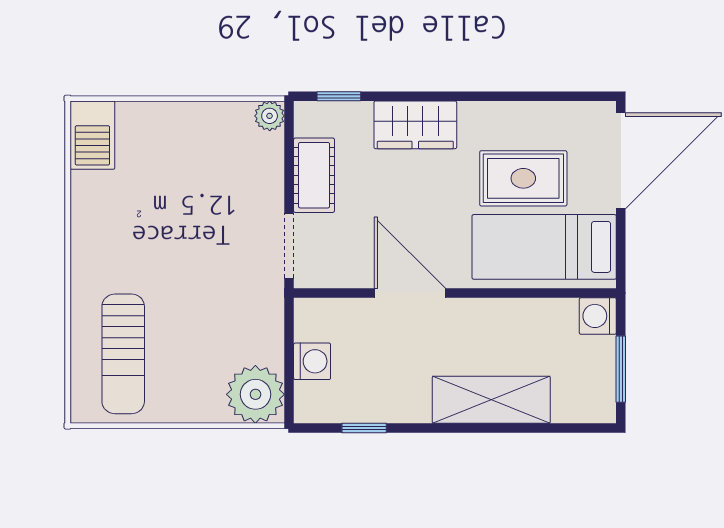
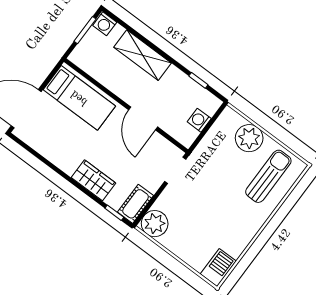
plant: (270, 116) -> (155, 224), width x1.87, depth x1.87
cot: (314, 175) -> (136, 204), moved
rug: (523, 178) -> (68, 130), removed
washing machine: (598, 316) -> (105, 24), moved, turned 90
plant: (255, 394) -> (249, 138), moved

